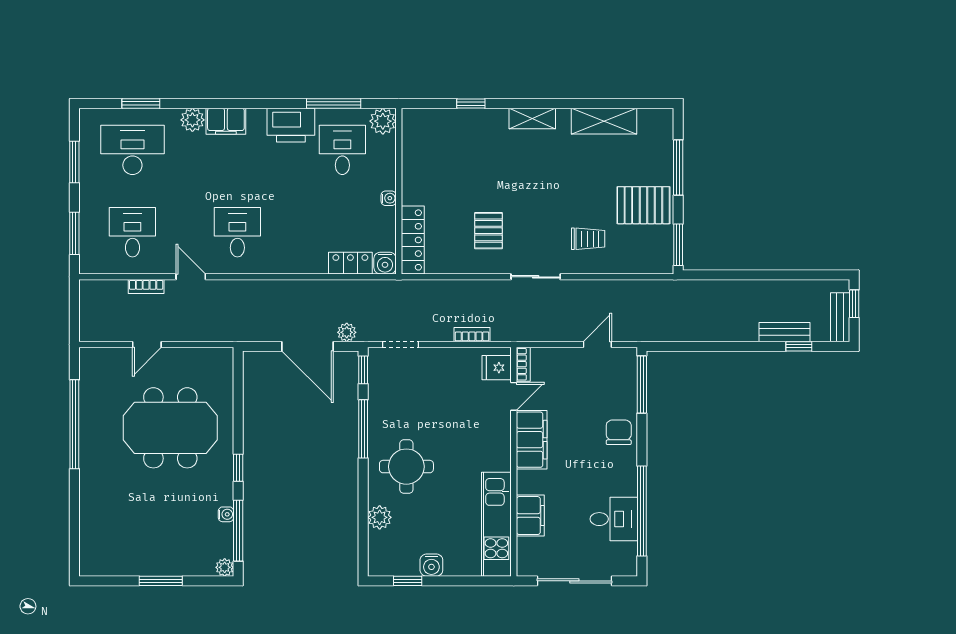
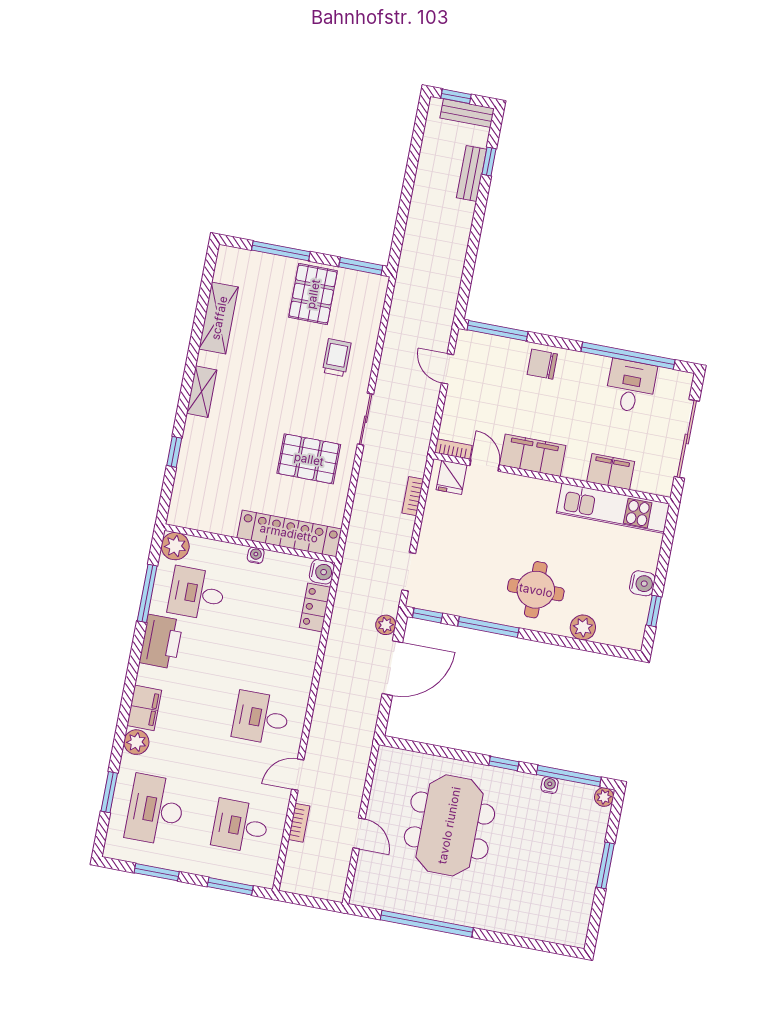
pallet: (488, 231) -> (309, 459), width x1.50, depth x1.42
locker: (413, 240) -> (289, 533), width x1.41, depth x1.21

